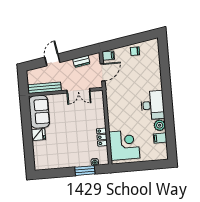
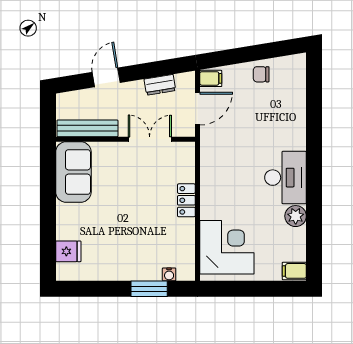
double door: (78, 91) -> (150, 139), swing flipped
fridge: (38, 135) -> (68, 251), moved
locker: (102, 137) -> (186, 200), moved
filing cabinet: (160, 138) -> (294, 271), moved

